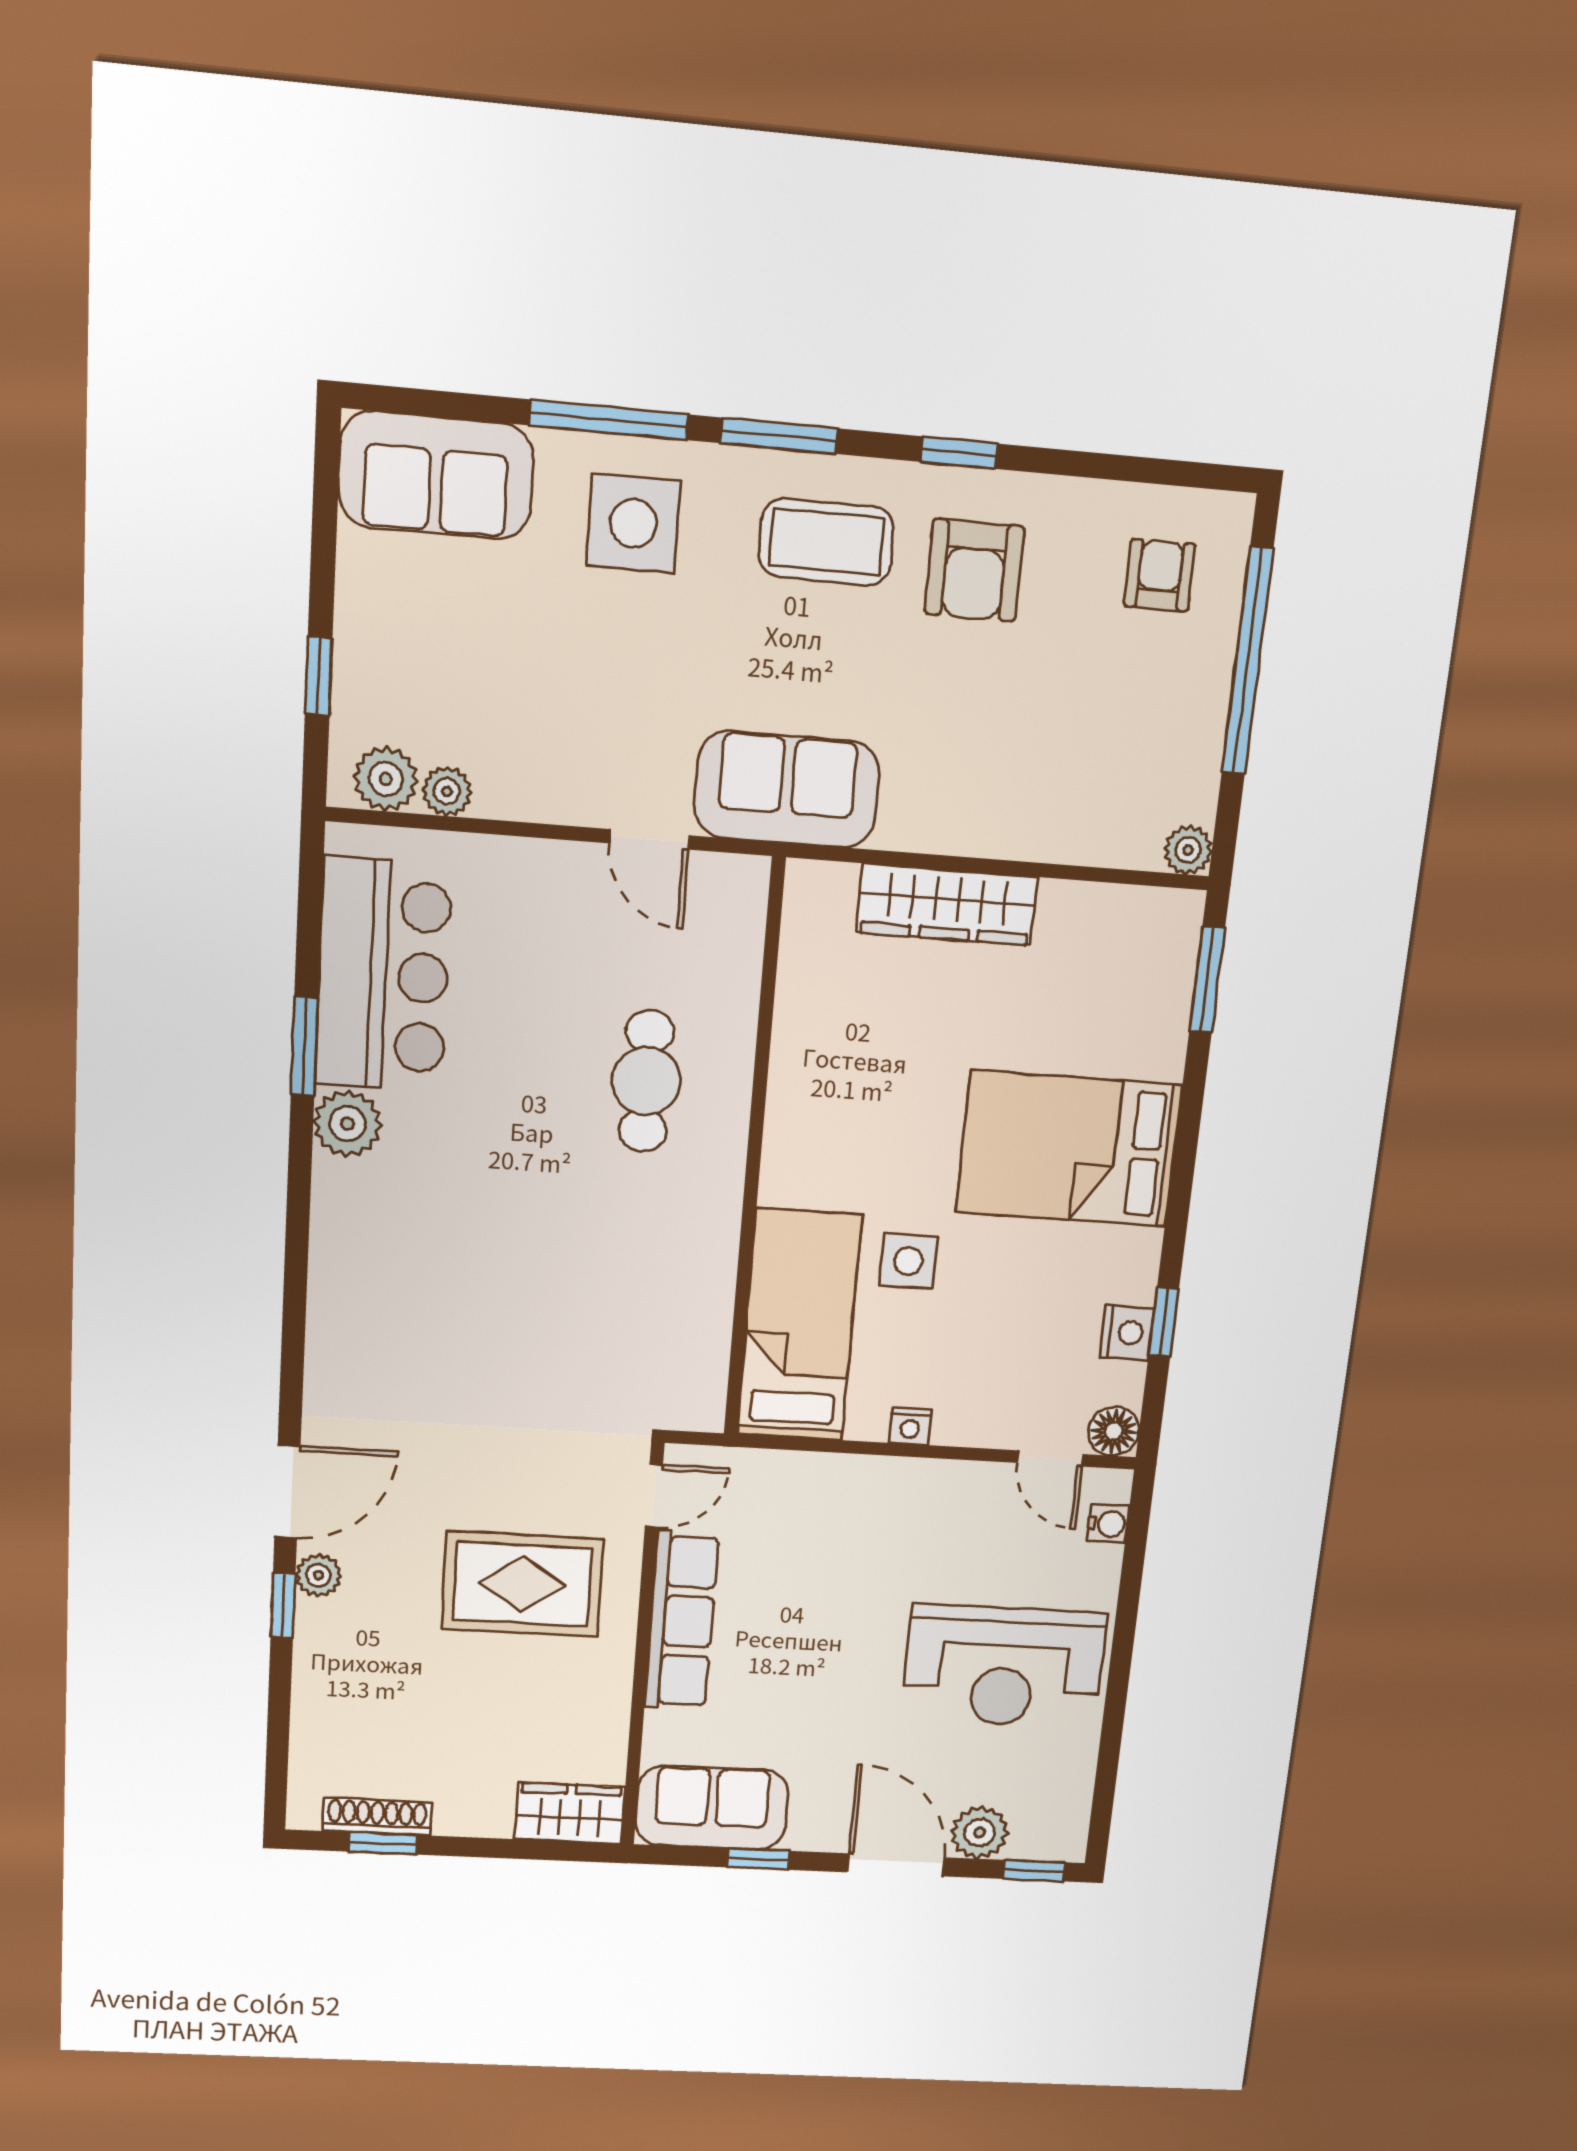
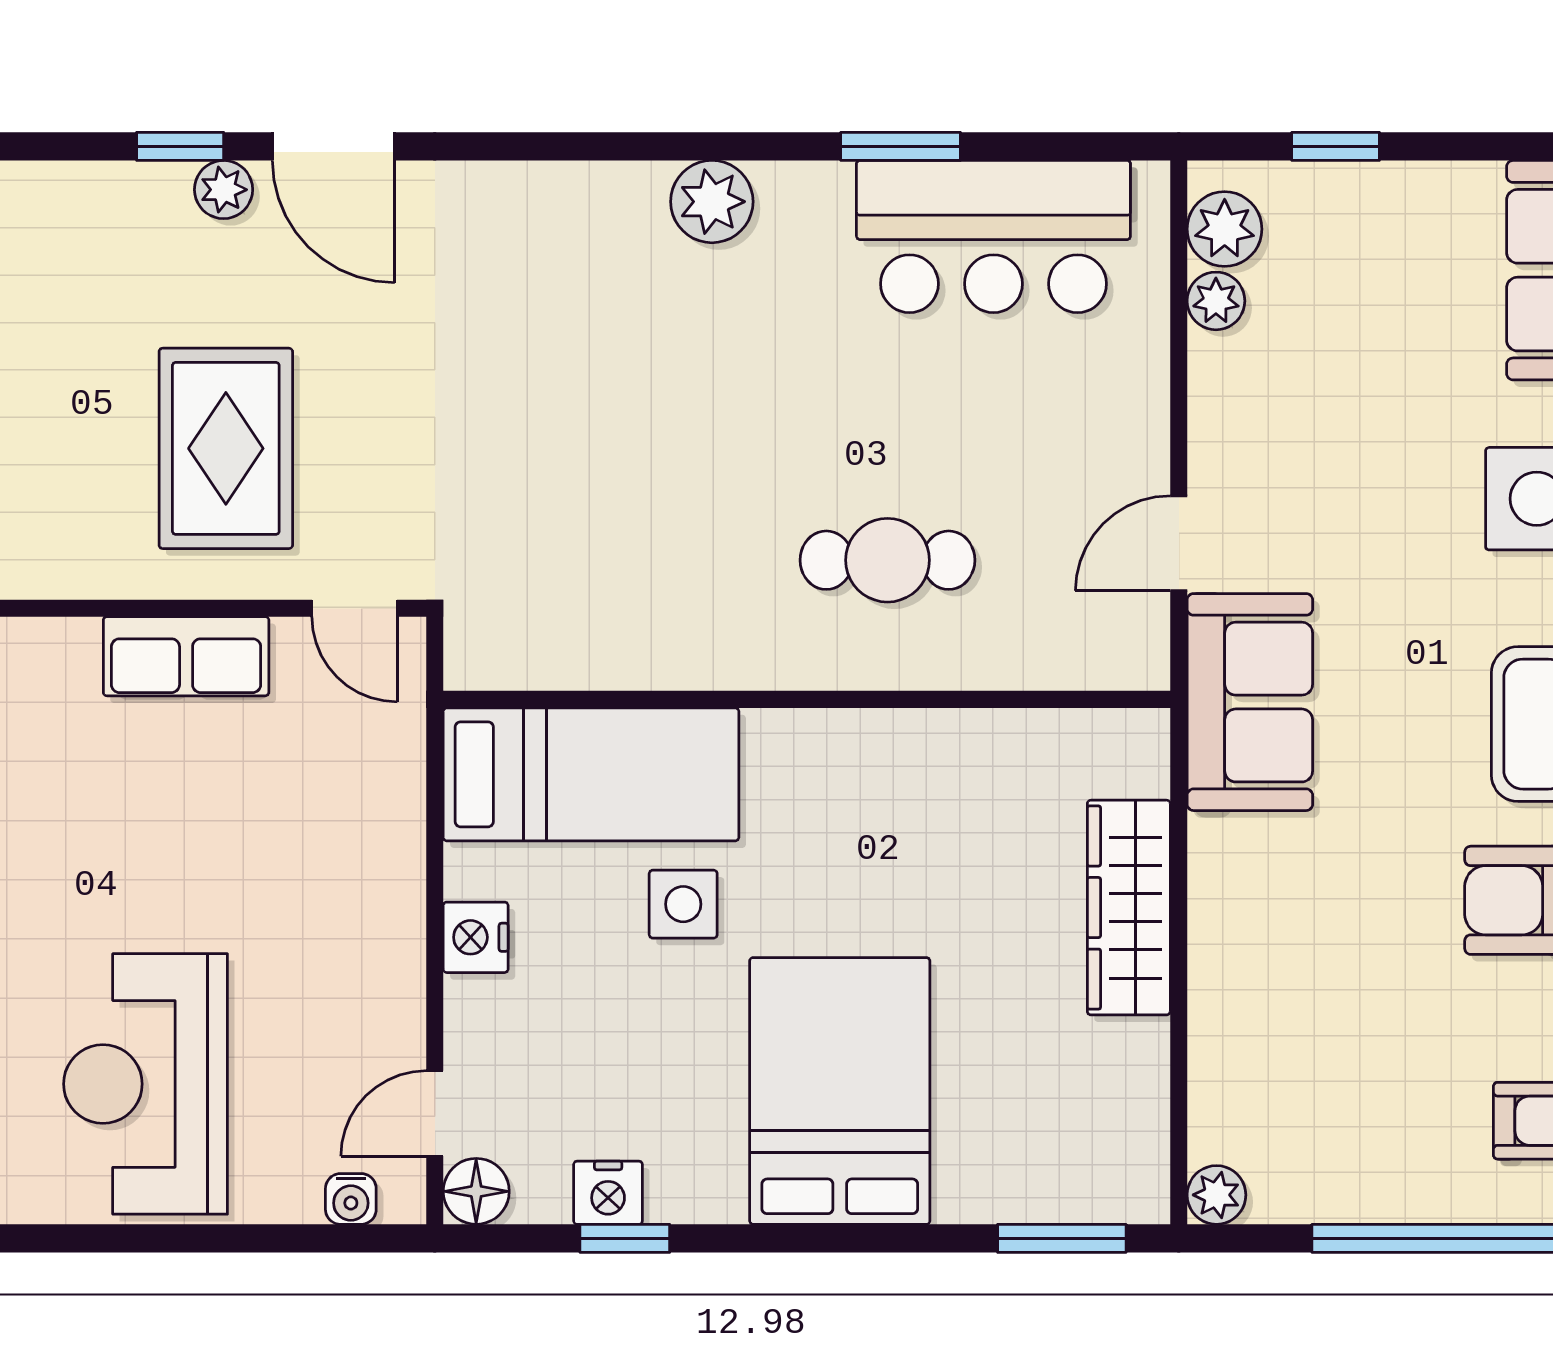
plant: (347, 1124) -> (712, 202), moved
nightstand: (910, 1426) -> (476, 937), width x1.39, depth x1.35
row of seats: (682, 1621) -> (186, 656), width x0.68

